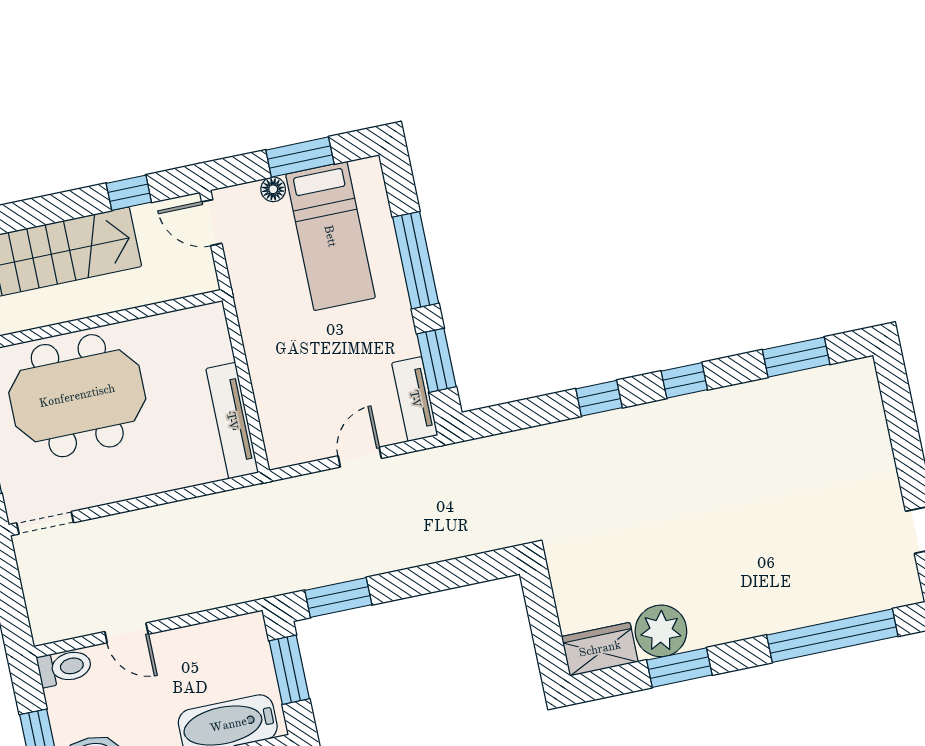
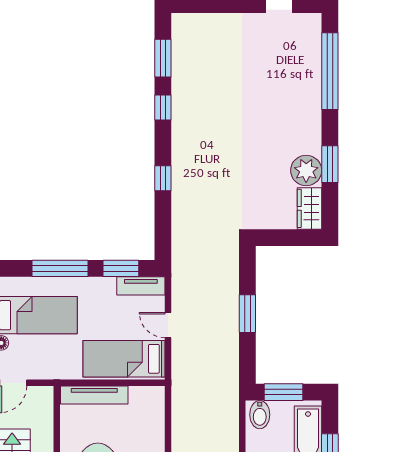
window: (684, 380) -> (163, 107), moved
bed: (289, 396) -> (124, 359), added
tv unit: (232, 421) -> (94, 395), moved
window: (338, 598) -> (247, 314), moved
bidet: (244, 638) -> (260, 415), added

